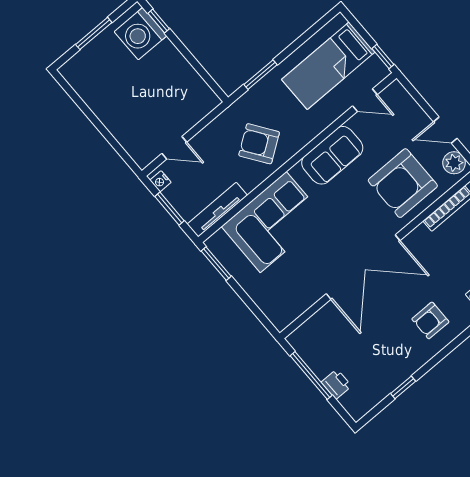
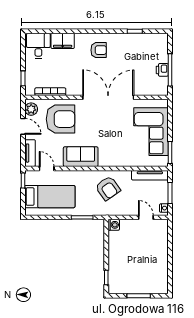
washing machine: (141, 34) -> (114, 225), moved, width x0.53, depth x0.53
tv unit: (405, 102) -> (30, 153), added
corner sofa: (273, 222) -> (151, 132), moved, turned -90
printer: (336, 384) -> (162, 70), moved

